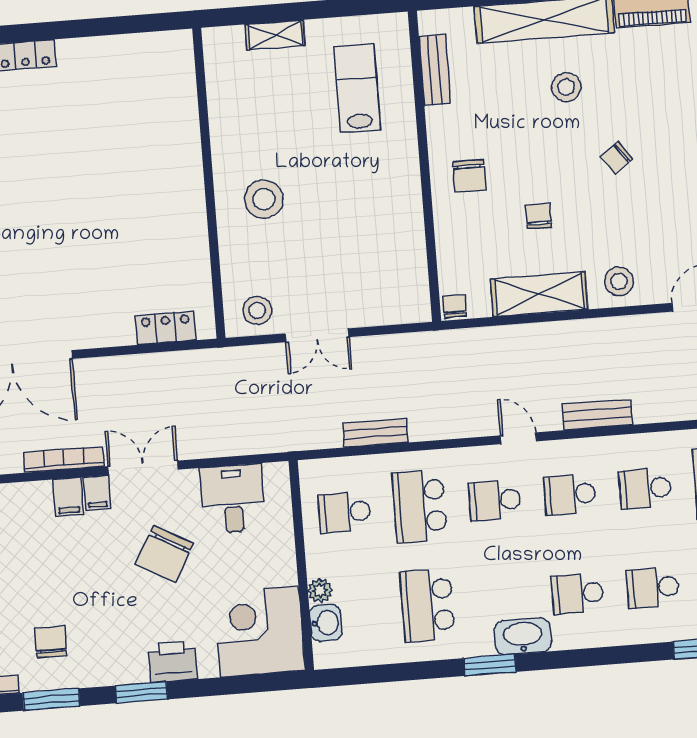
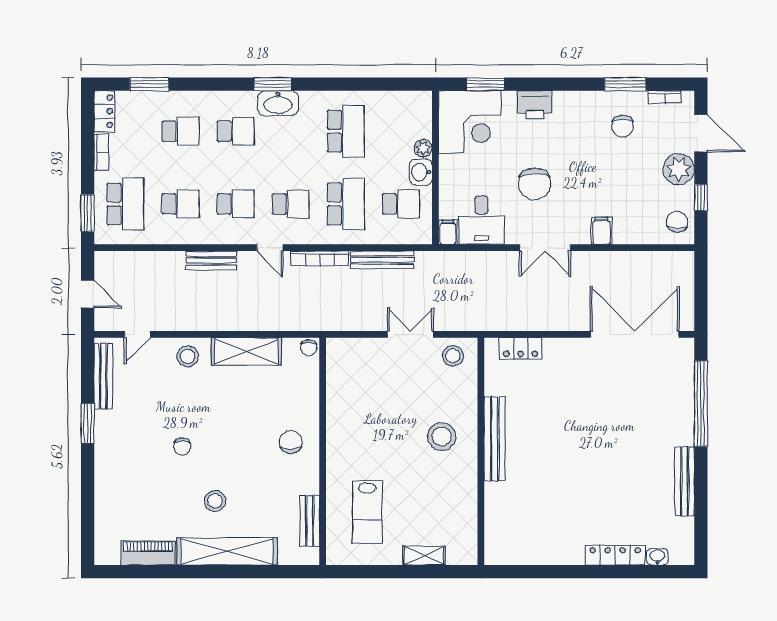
chair: (616, 158) -> (182, 446), turned 126
bench: (191, 202) -> (495, 439), added
chair: (538, 216) -> (243, 409), removed
bench: (375, 433) -> (382, 260), width x1.36
bookcase: (64, 459) -> (320, 258), moved
filing cabinet: (97, 493) -> (448, 232), moved
chair: (164, 554) -> (535, 184), turned 151
washbasin: (326, 623) -> (421, 172), moved
window: (490, 665) -> (273, 84), moved
window: (142, 692) -> (486, 84), moved

